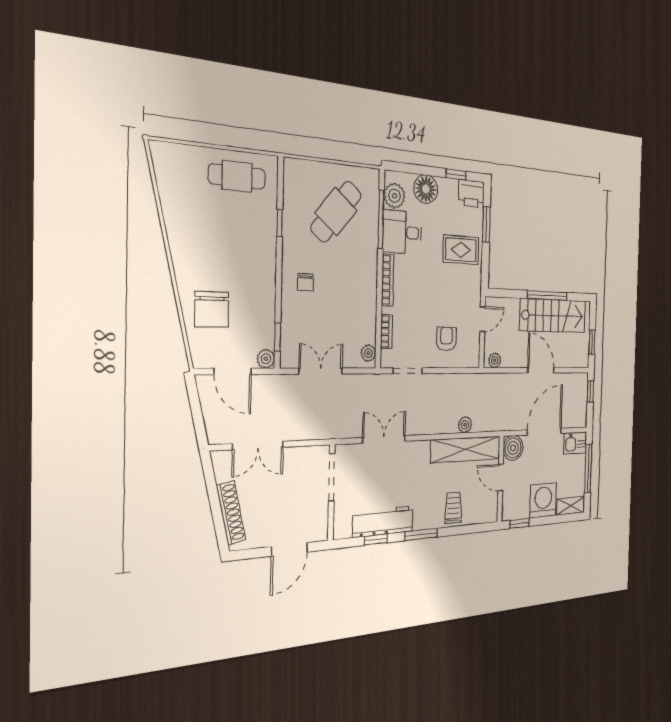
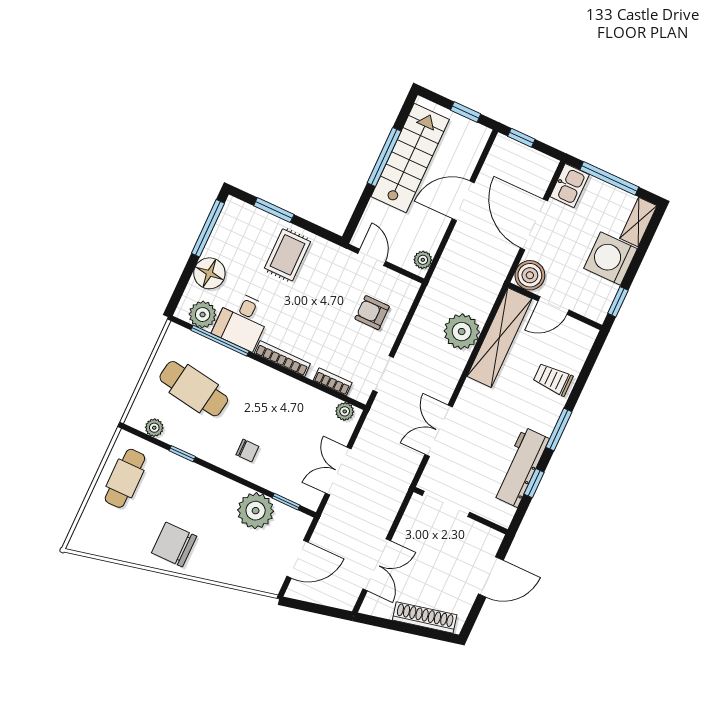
window: (456, 174) -> (208, 228), width x2.17
plant: (291, 188) -> (154, 428), added
printer: (471, 194) -> (235, 216), removed
cafe table: (336, 212) -> (194, 389), turned -30
chair: (212, 309) -> (174, 545), moved, turned 180
plant: (266, 359) -> (256, 511), moved, width x1.88, depth x1.88
plant: (465, 425) -> (462, 332), width x1.88, depth x1.88
door: (289, 549) -> (491, 577), hinge flipped

